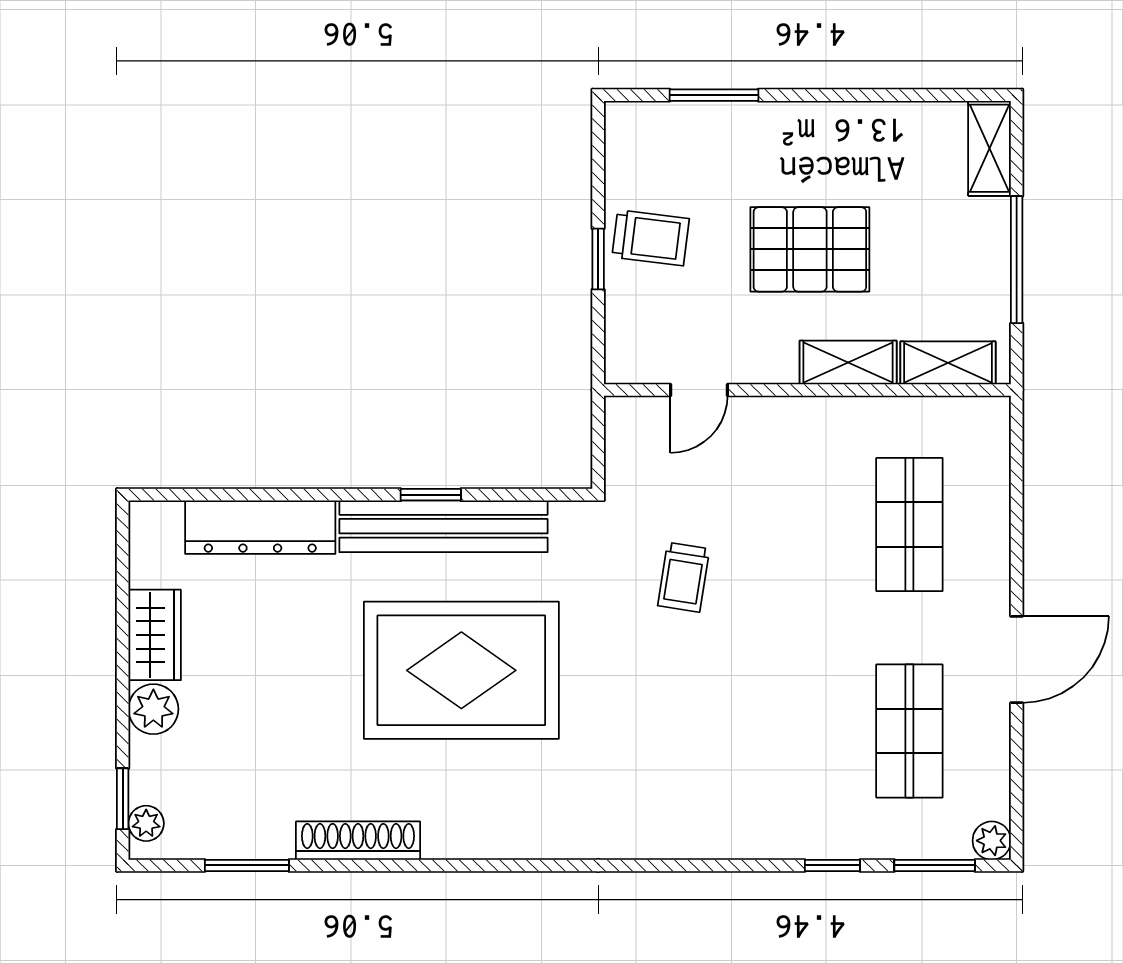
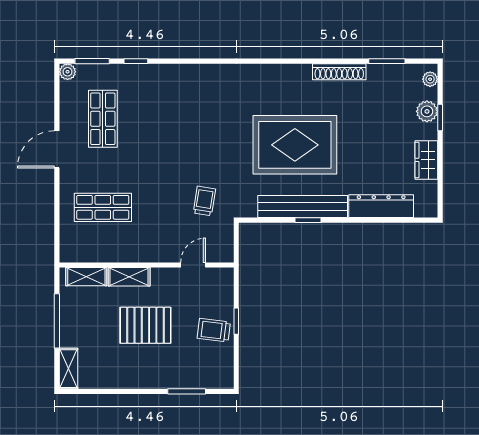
shop shelf: (909, 525) -> (103, 207), turned 90
trolley: (684, 577) -> (204, 201), moved
plant: (153, 709) -> (427, 111), moved
window: (123, 799) -> (440, 118), moved

